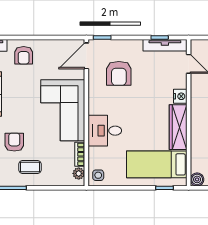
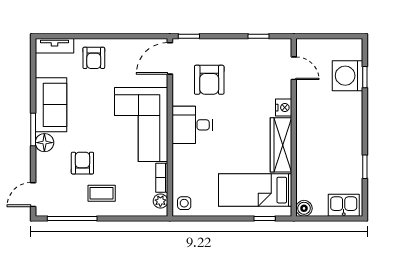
tv unit: (165, 45) -> (265, 46), removed
desk: (105, 131) -> (192, 125), moved

